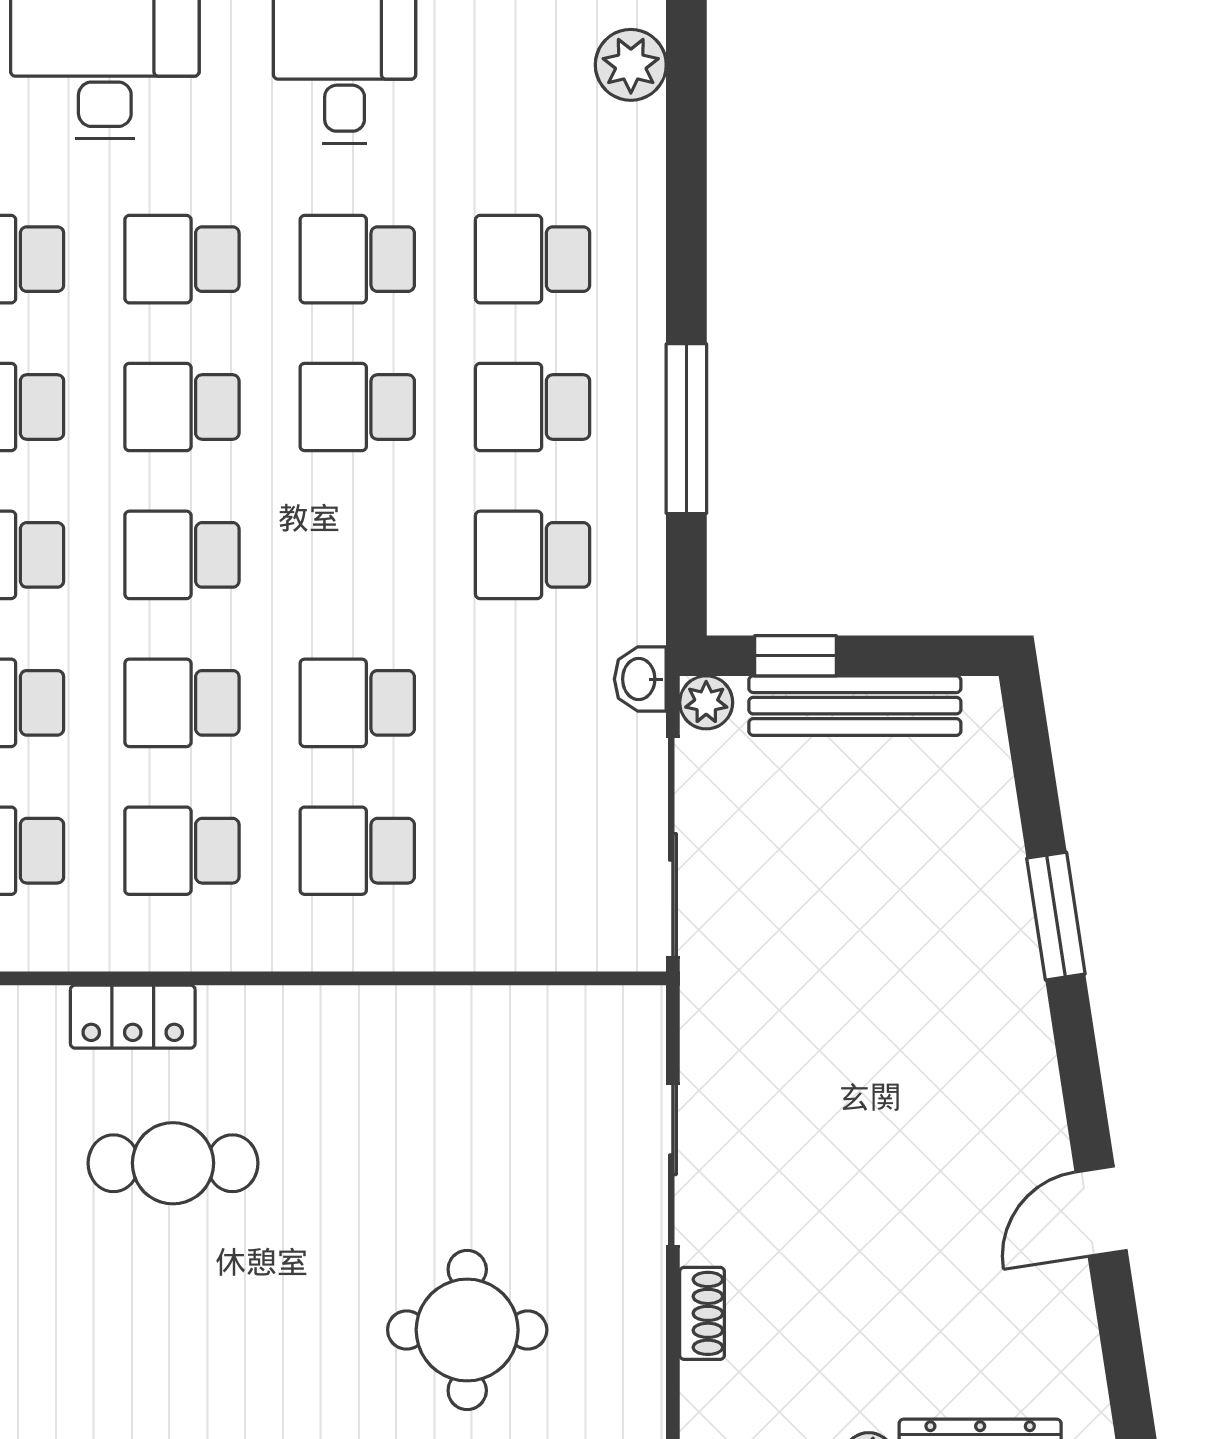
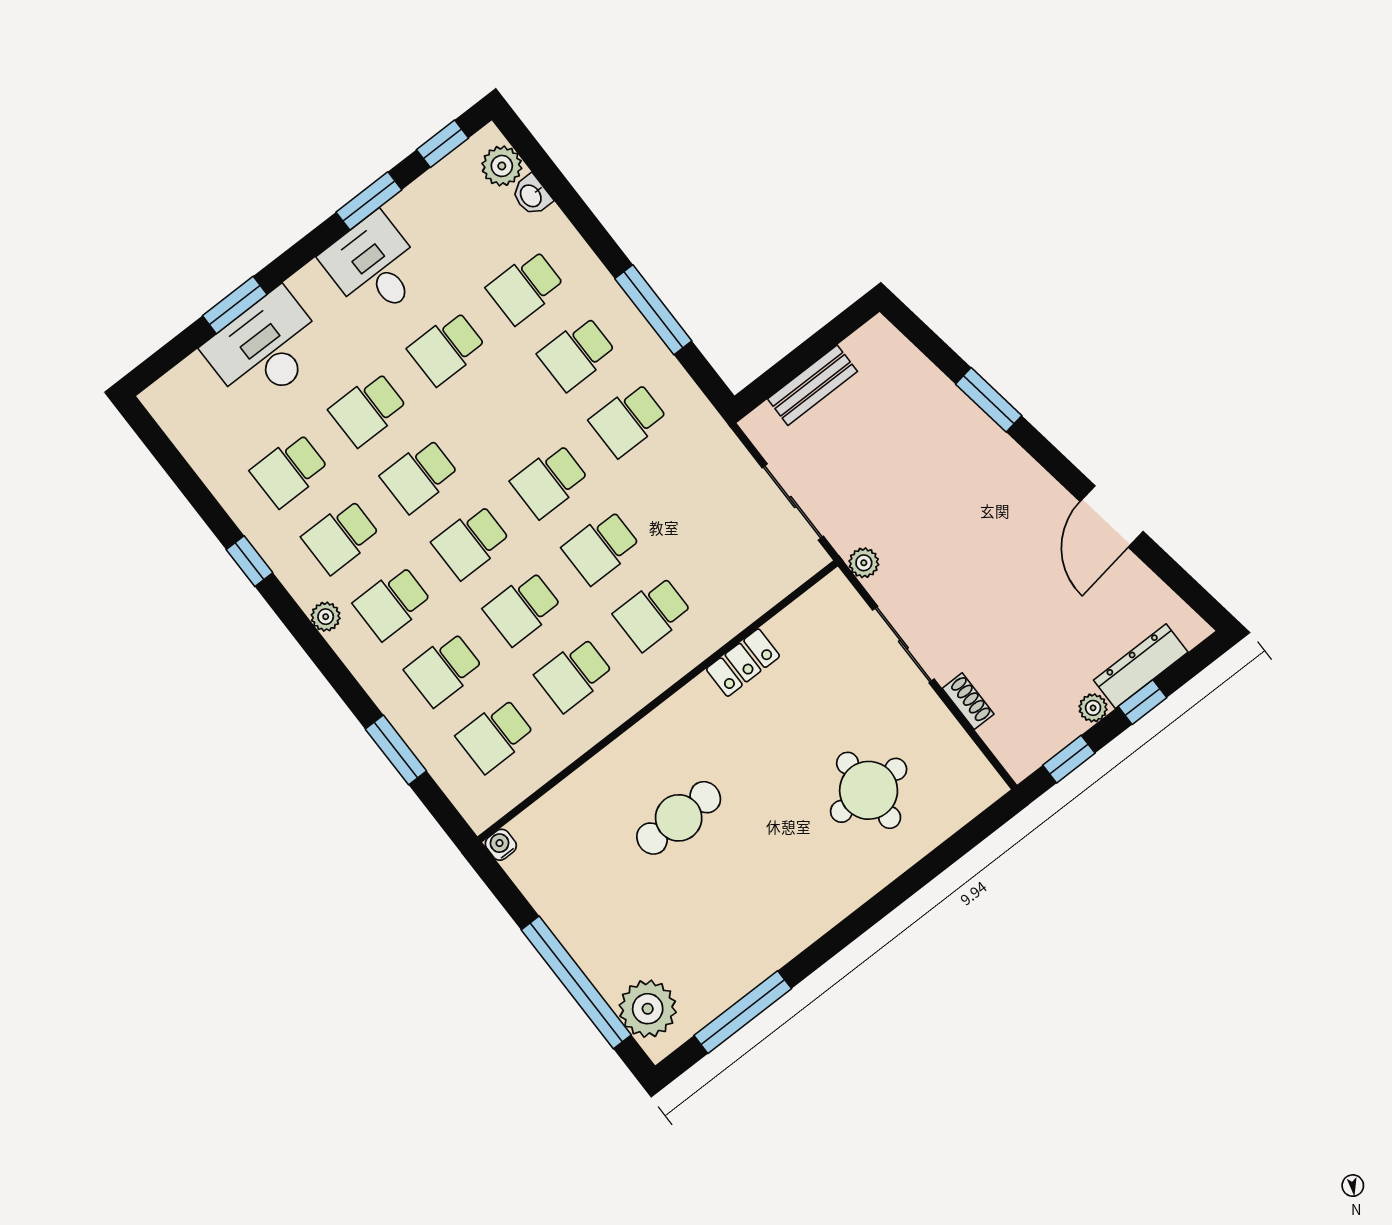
school desk: (357, 407) -> (550, 481), moved
window: (795, 656) -> (781, 374), removed
washbasin: (640, 679) -> (531, 195), moved
plant: (706, 702) -> (864, 563), moved
bench: (855, 706) -> (813, 385), width x0.73
sliding door: (673, 847) -> (793, 502), width x0.73
locker: (133, 1017) -> (743, 663), moved
door: (1101, 1211) -> (1112, 516), width x1.38

